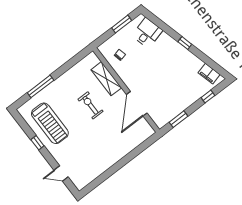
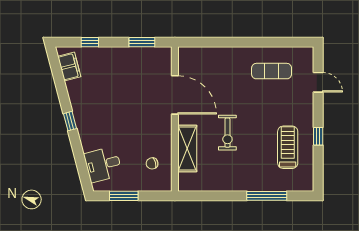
door: (137, 104) -> (175, 95), hinge flipped
treadmill: (50, 123) -> (288, 147), width x0.73, depth x0.73
exercise mat: (92, 159) -> (272, 71), added

